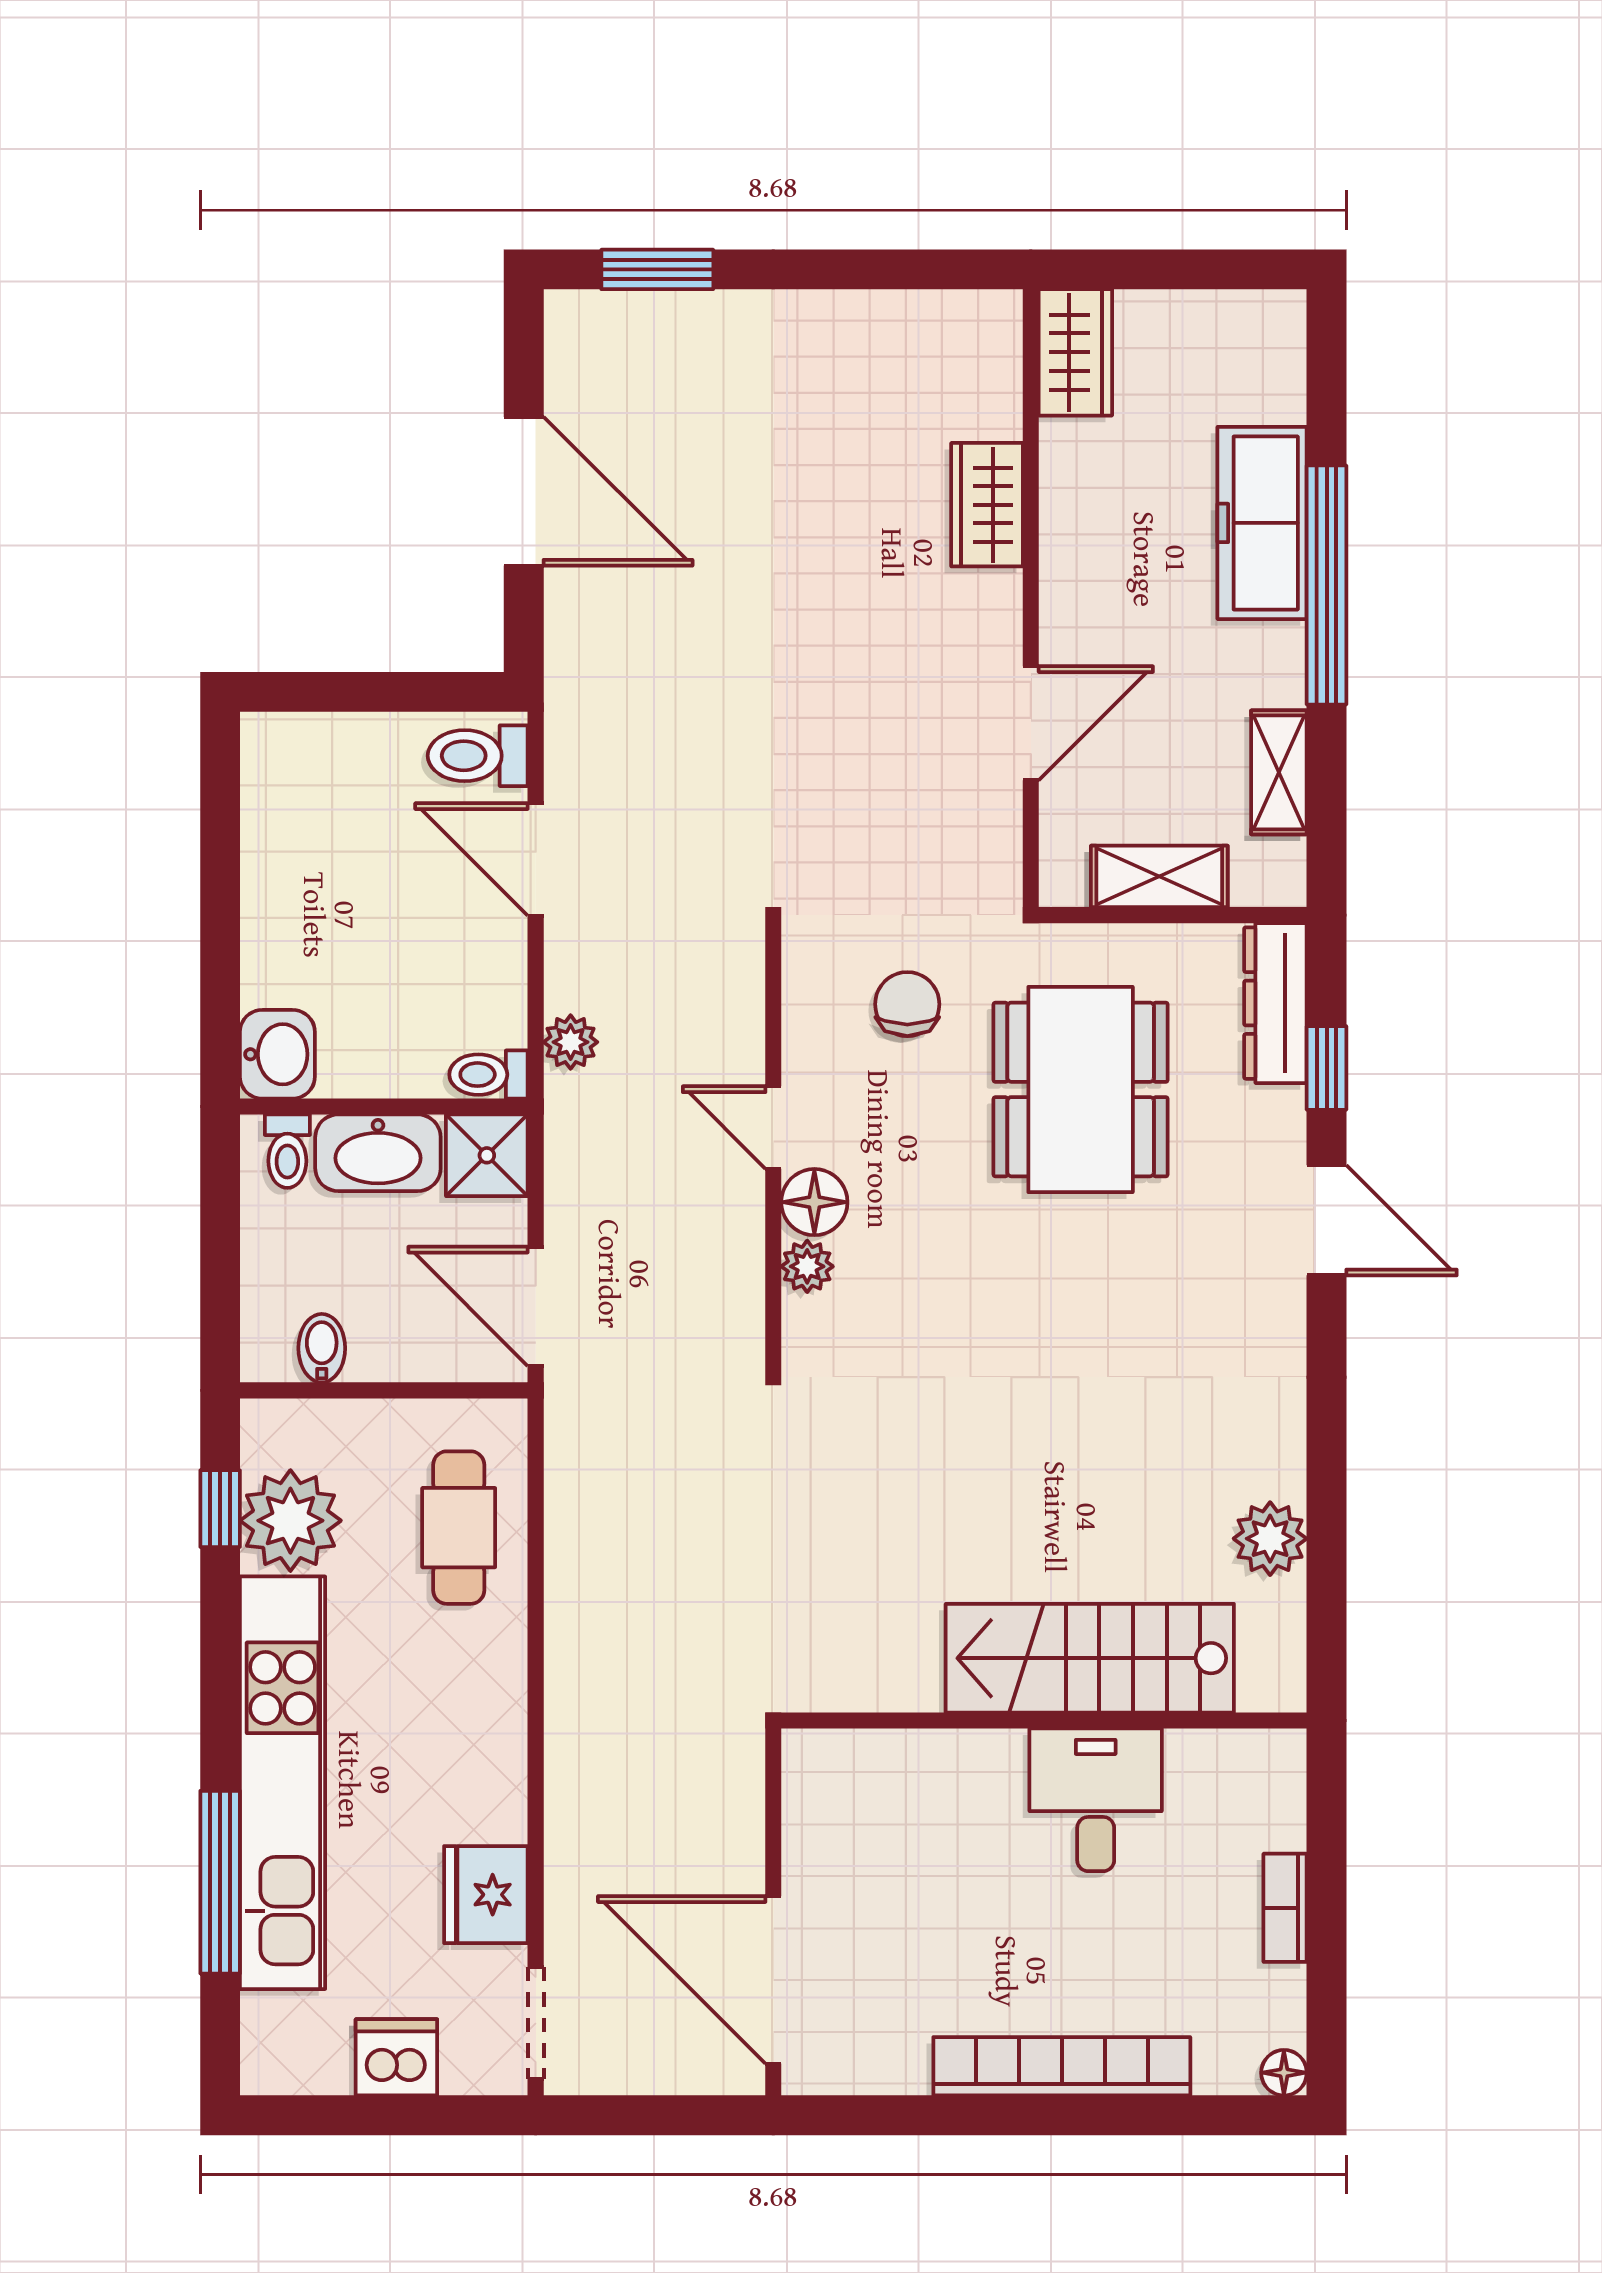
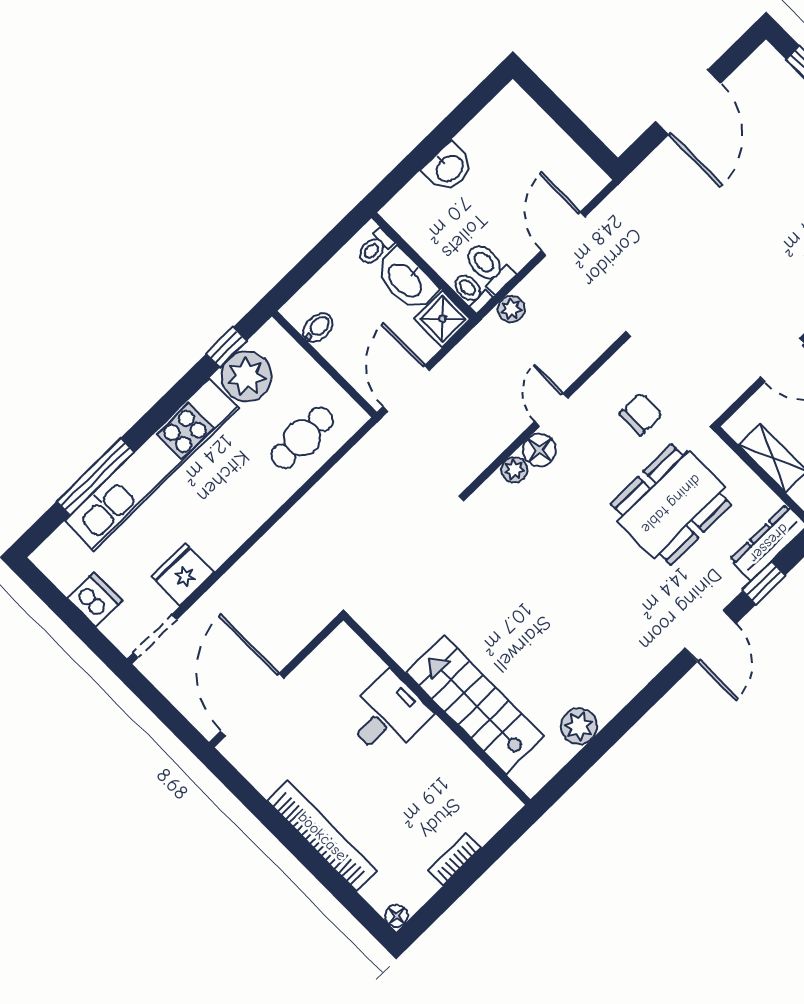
toilet: (478, 756) -> (489, 267), moved
washbasin: (277, 1054) -> (449, 168), moved
desk: (1096, 1800) -> (387, 715), moved

